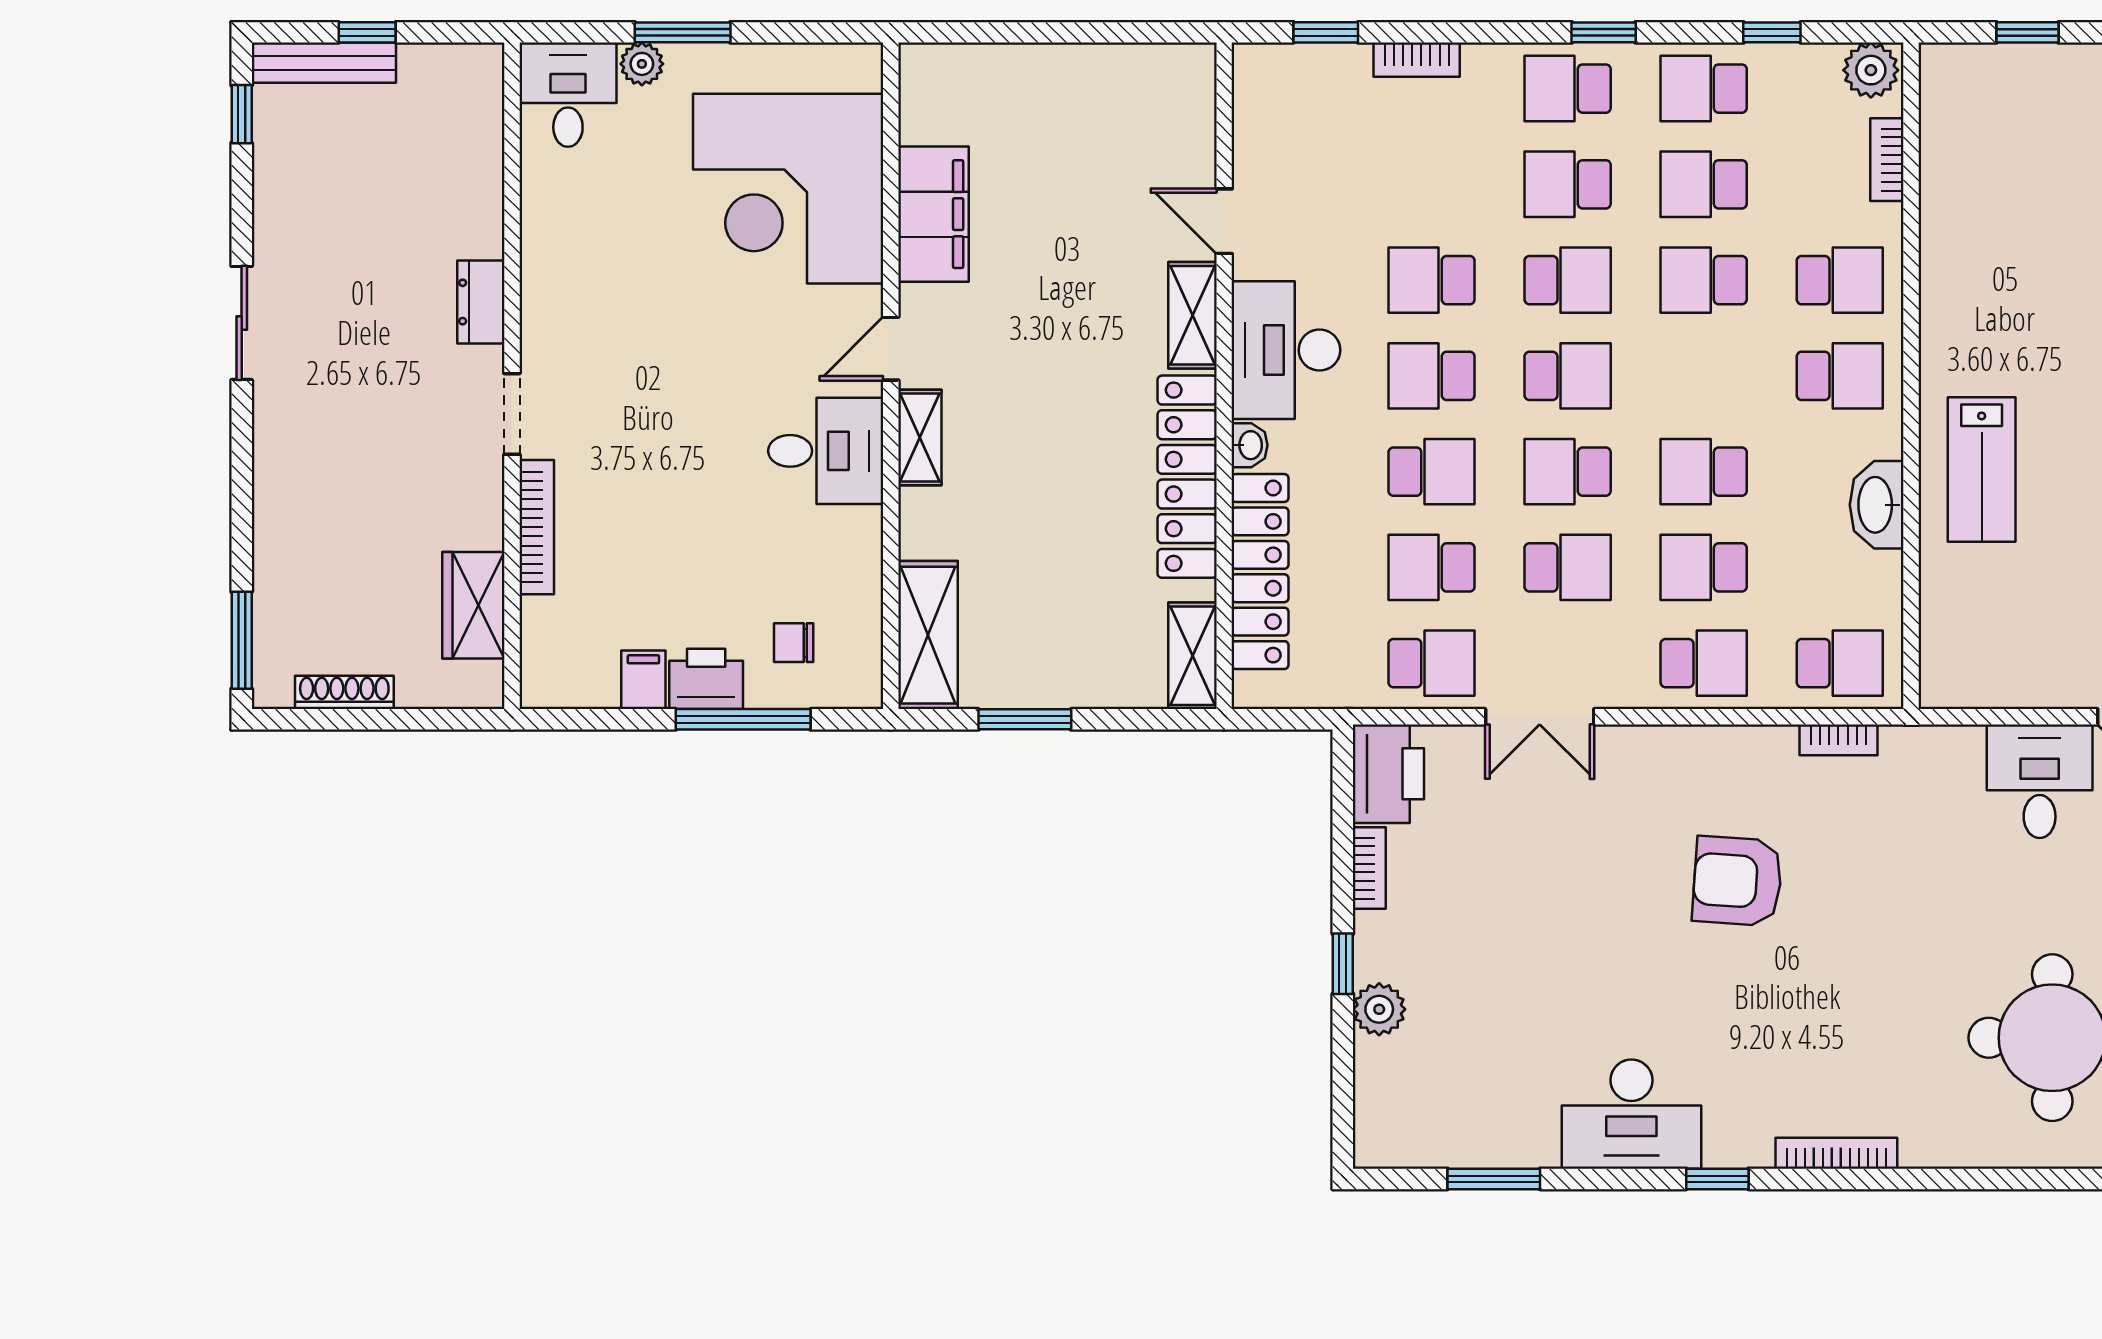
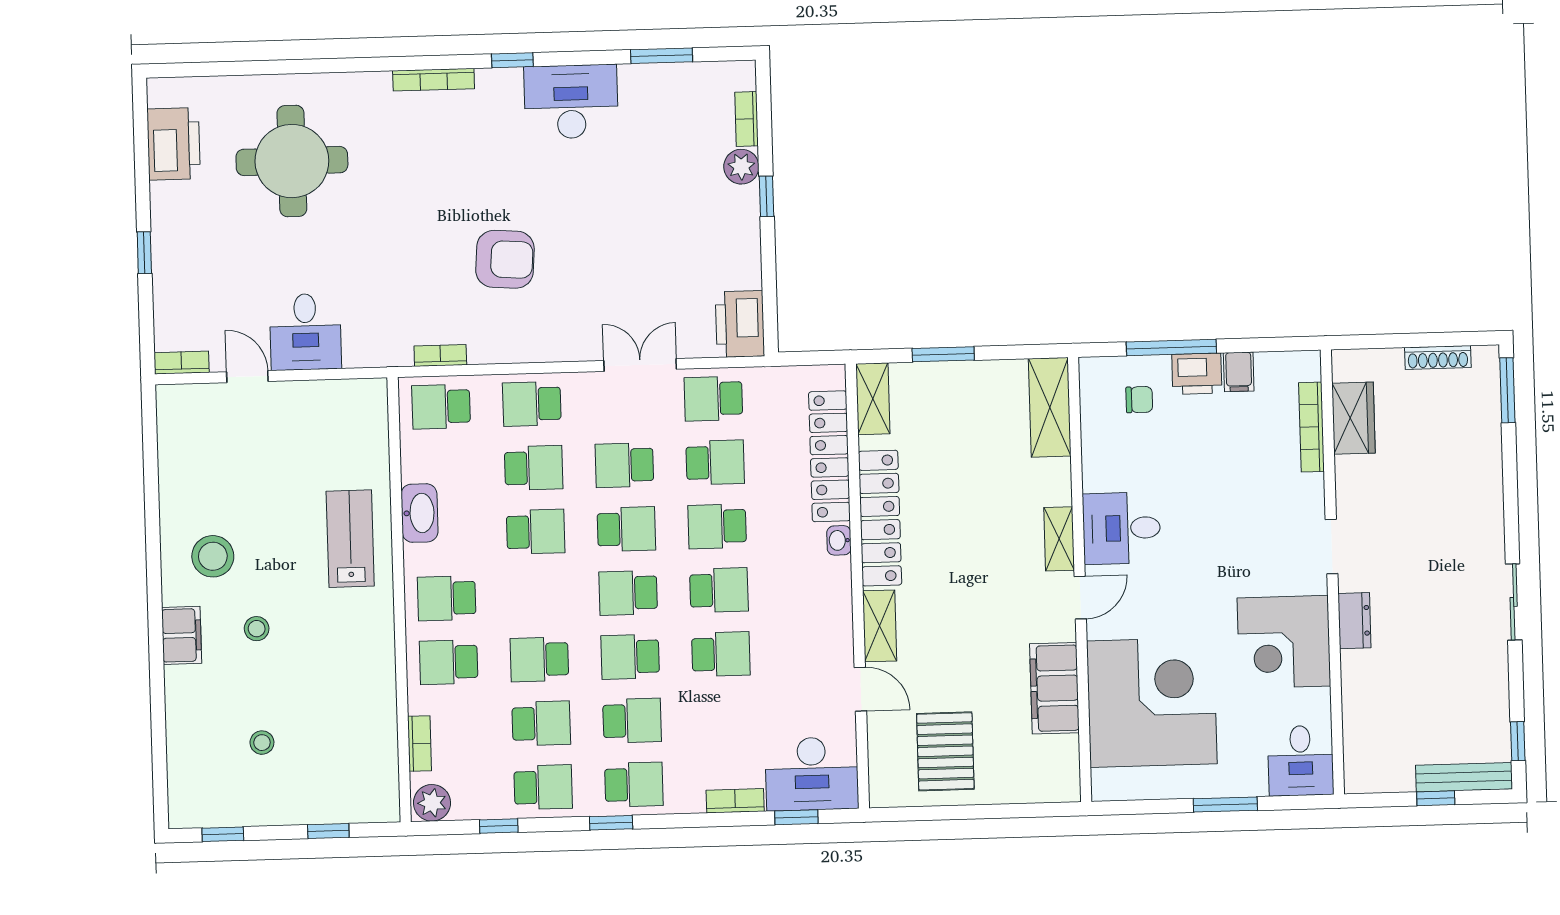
plant: (642, 64) -> (1252, 783), removed
pallet: (1100, 124) -> (945, 751), added
corner desk: (588, 273) -> (1284, 642), added
school desk: (1704, 280) -> (539, 659), turned 180
desk: (1286, 350) -> (812, 774), moved, turned 90
bookcase: (537, 527) -> (1312, 427), moved
window: (1025, 719) -> (943, 354), moved
bookcase: (1369, 868) -> (747, 119), moved

